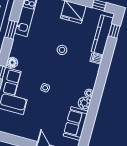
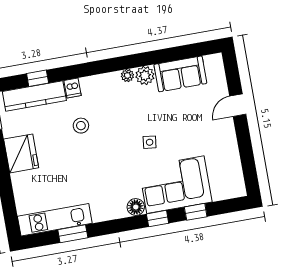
window: (11, 30) -> (73, 234), moved
window: (114, 31) -> (38, 78), moved
stool: (62, 50) -> (81, 126), moved

